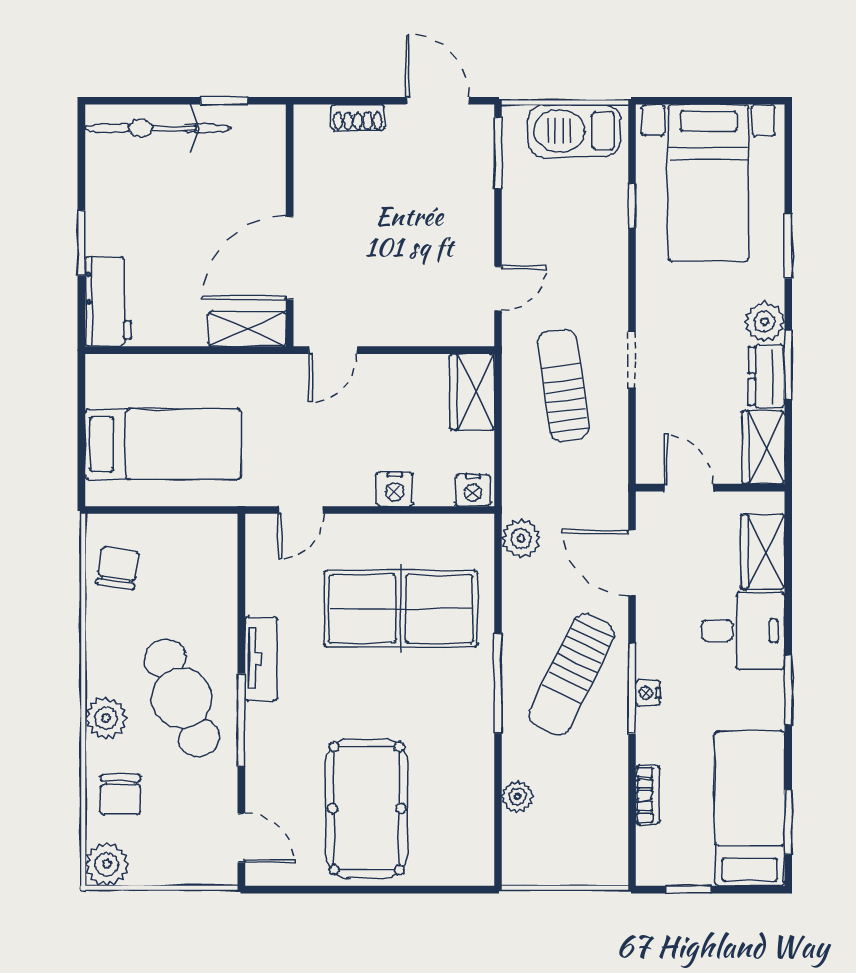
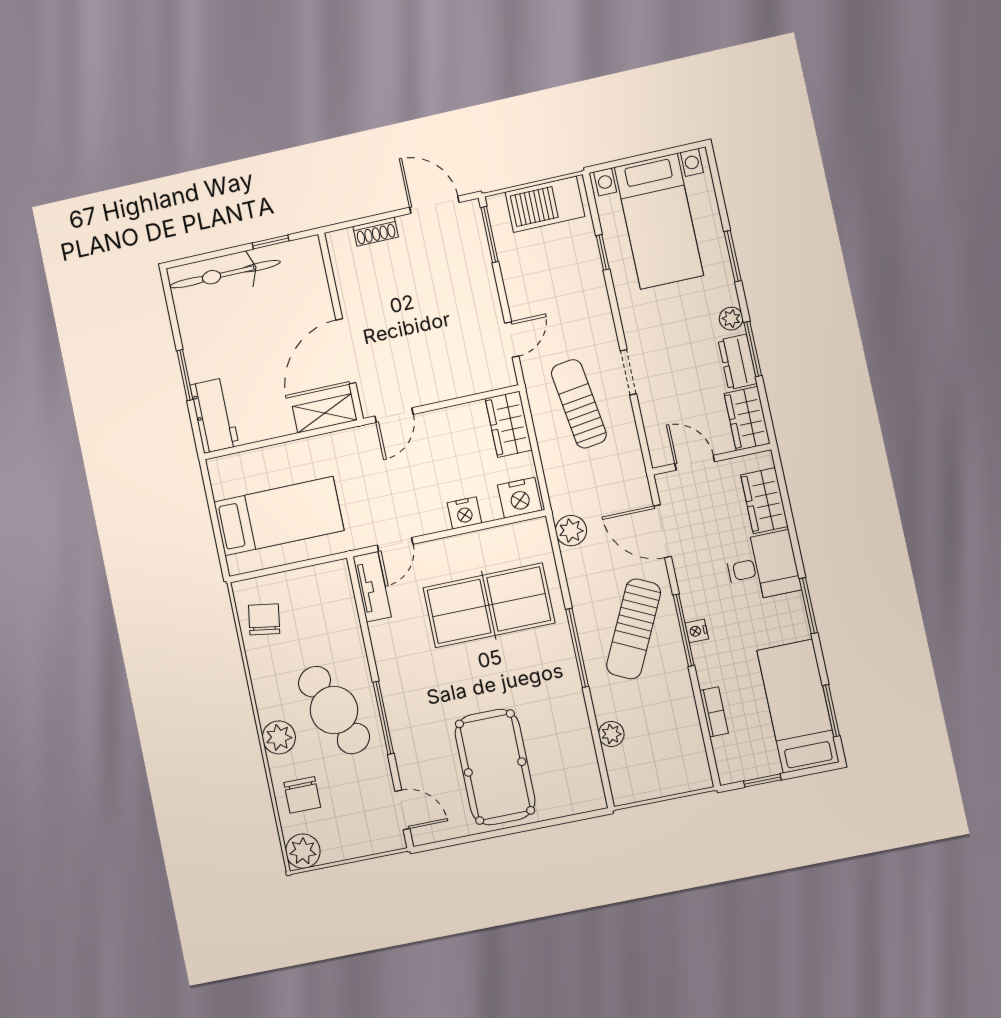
plant: (765, 322) -> (731, 319), width x0.73, depth x0.73
nightstand: (473, 490) -> (520, 498), width x1.36, depth x1.33
tv unit: (261, 659) -> (372, 587), moved

